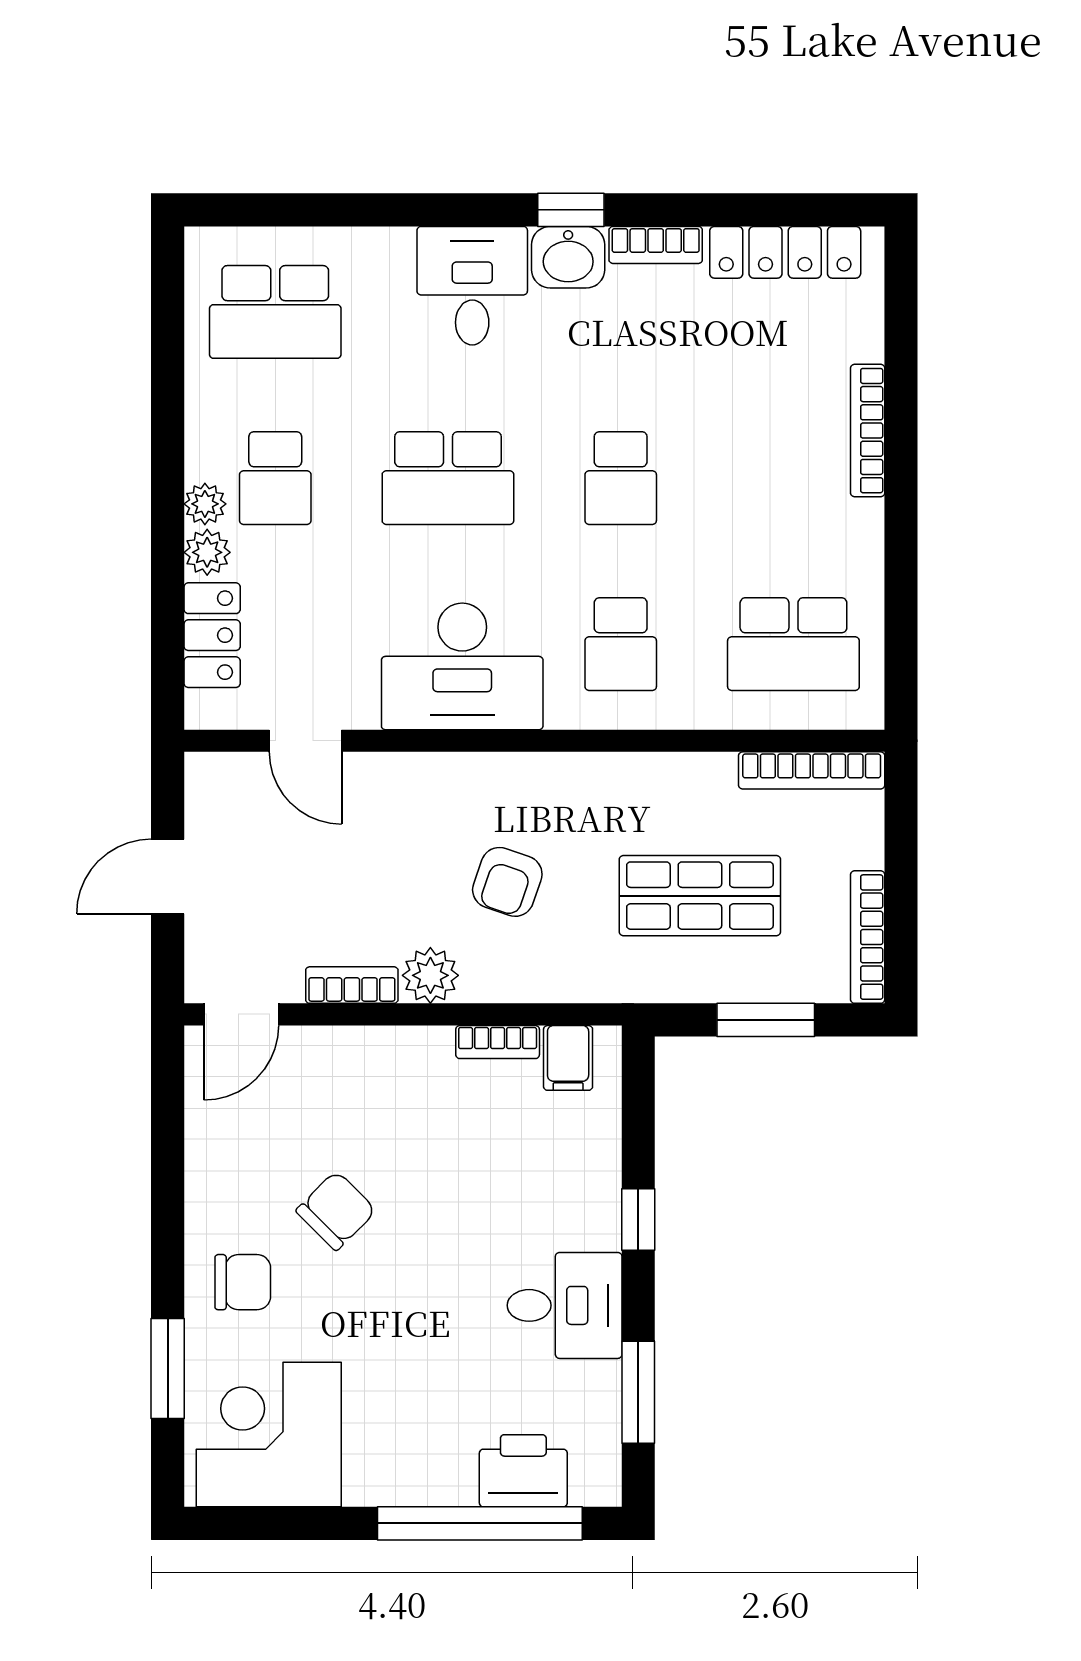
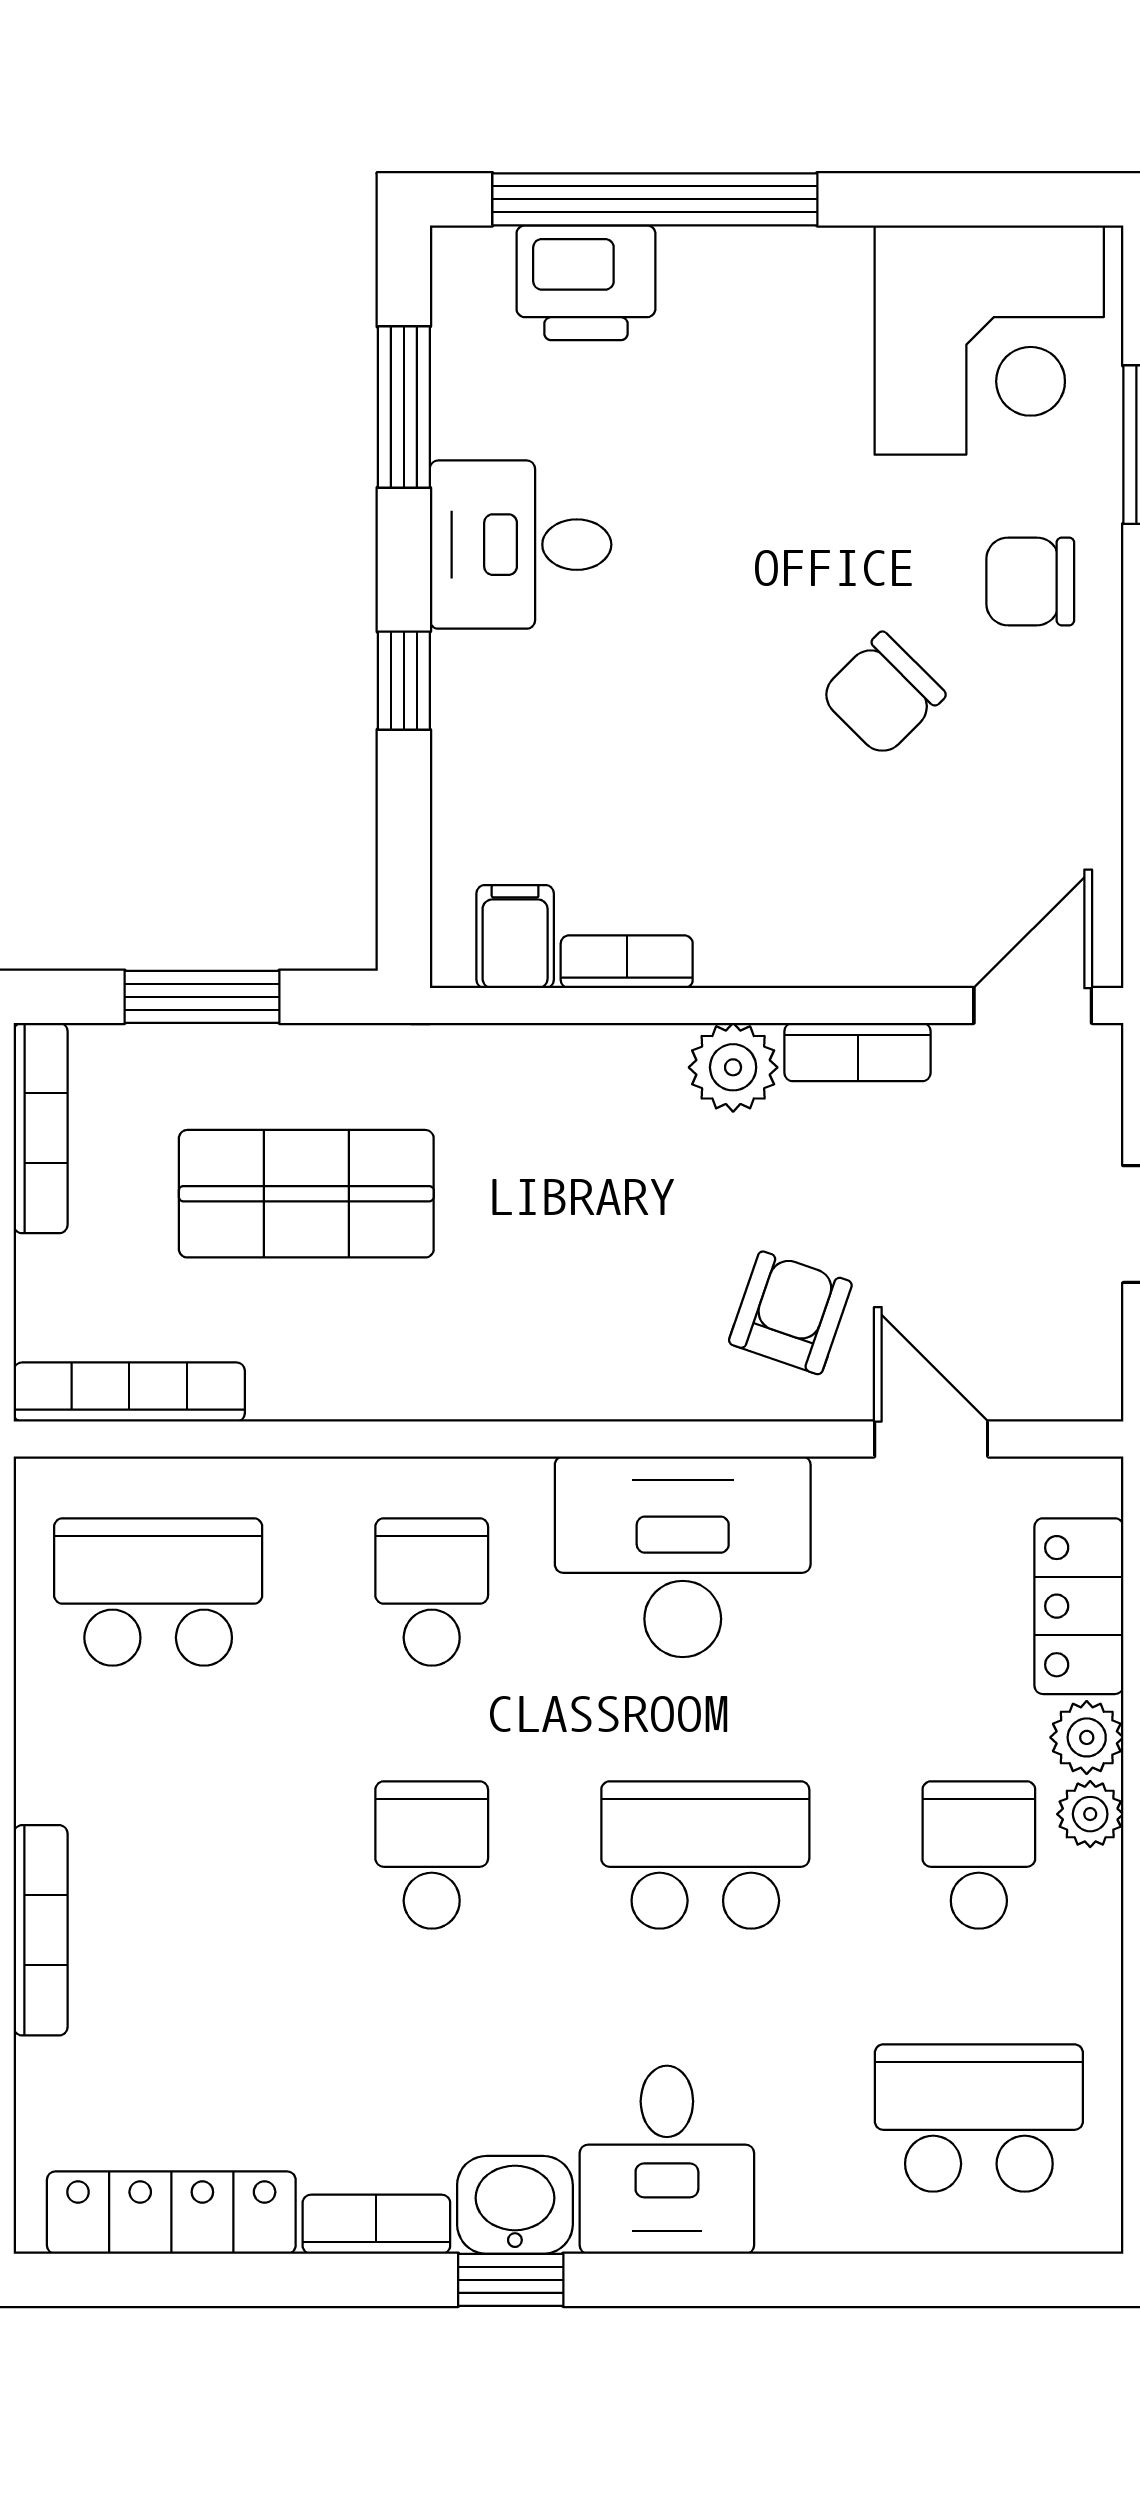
armchair: (507, 882) -> (790, 1313), moved

